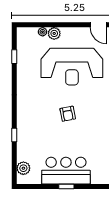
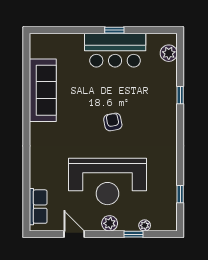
window: (51, 25) -> (134, 234), added
plant: (54, 33) -> (110, 223), moved
reception desk: (72, 67) -> (107, 181), turned 180

